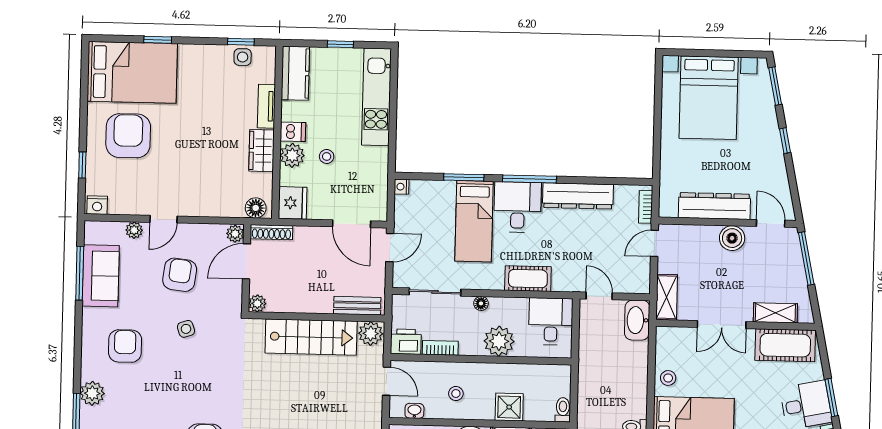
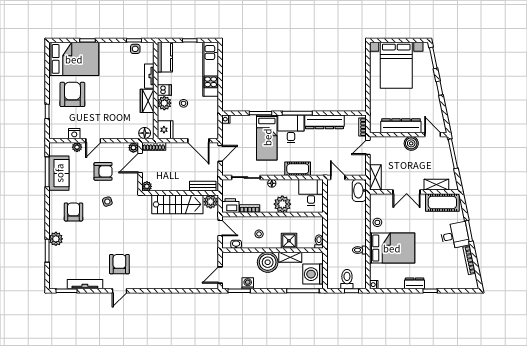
nightstand: (97, 205) -> (74, 134), moved
armchair: (180, 275) -> (103, 171), turned 83

